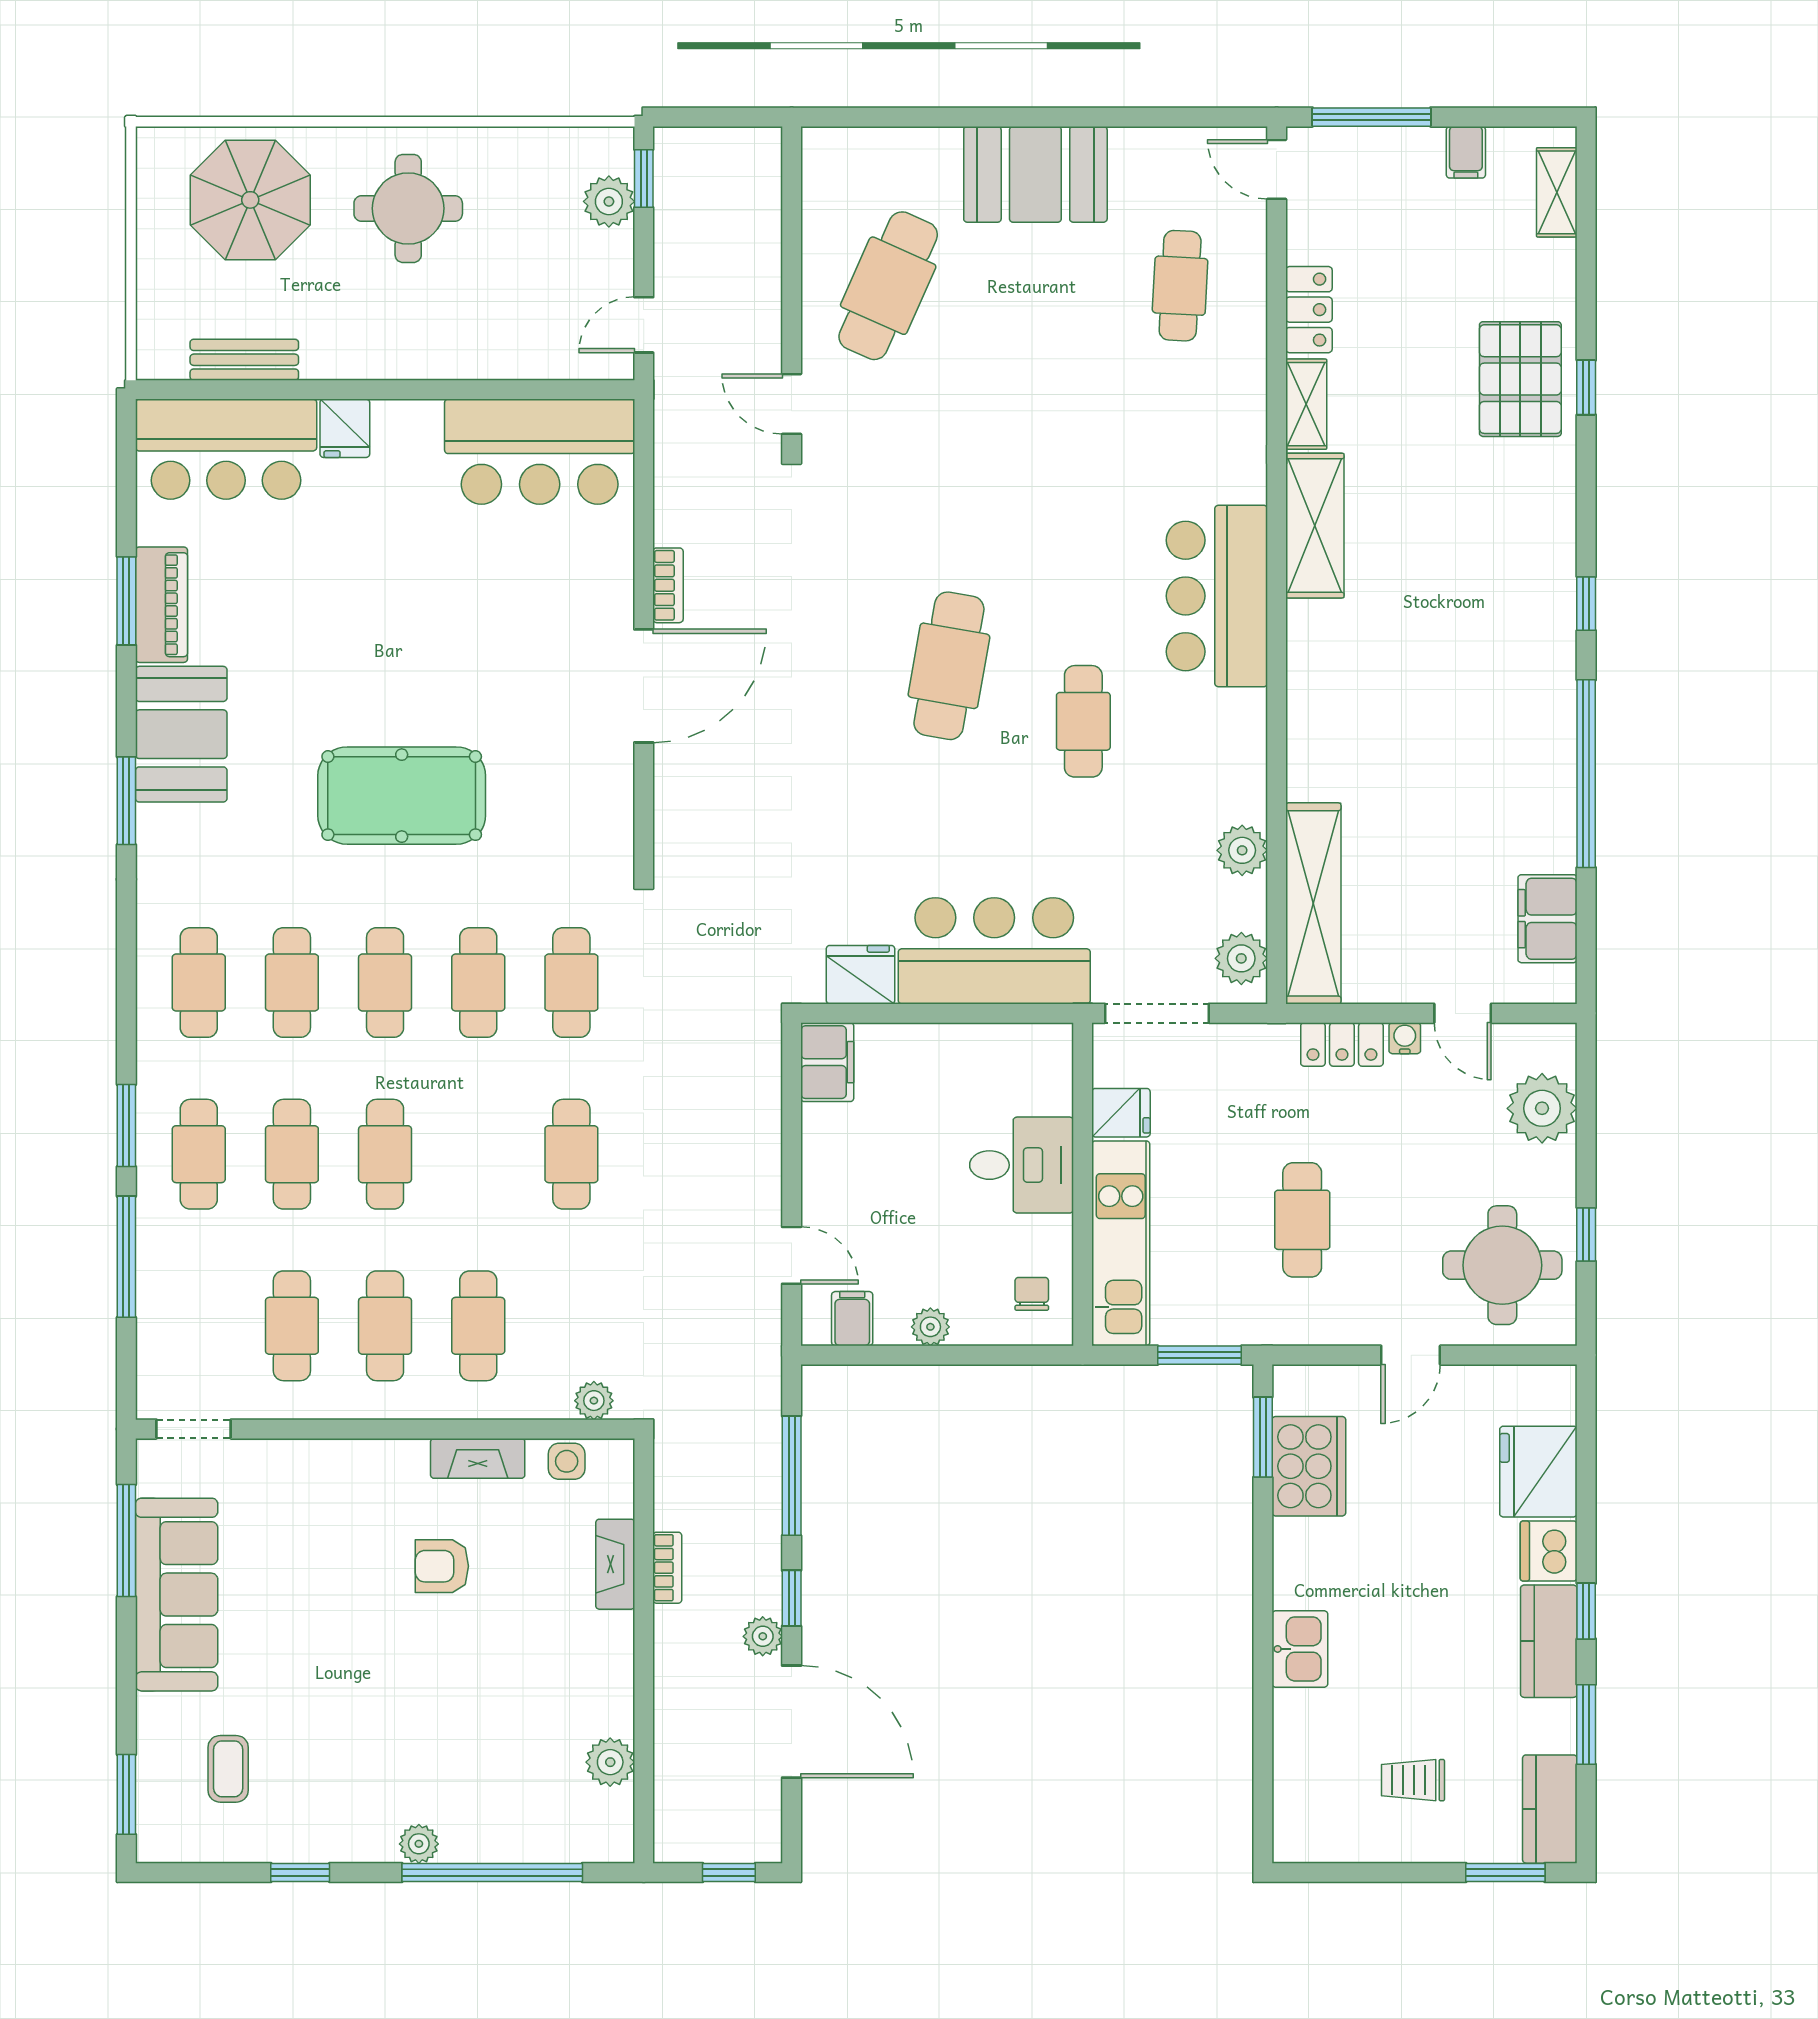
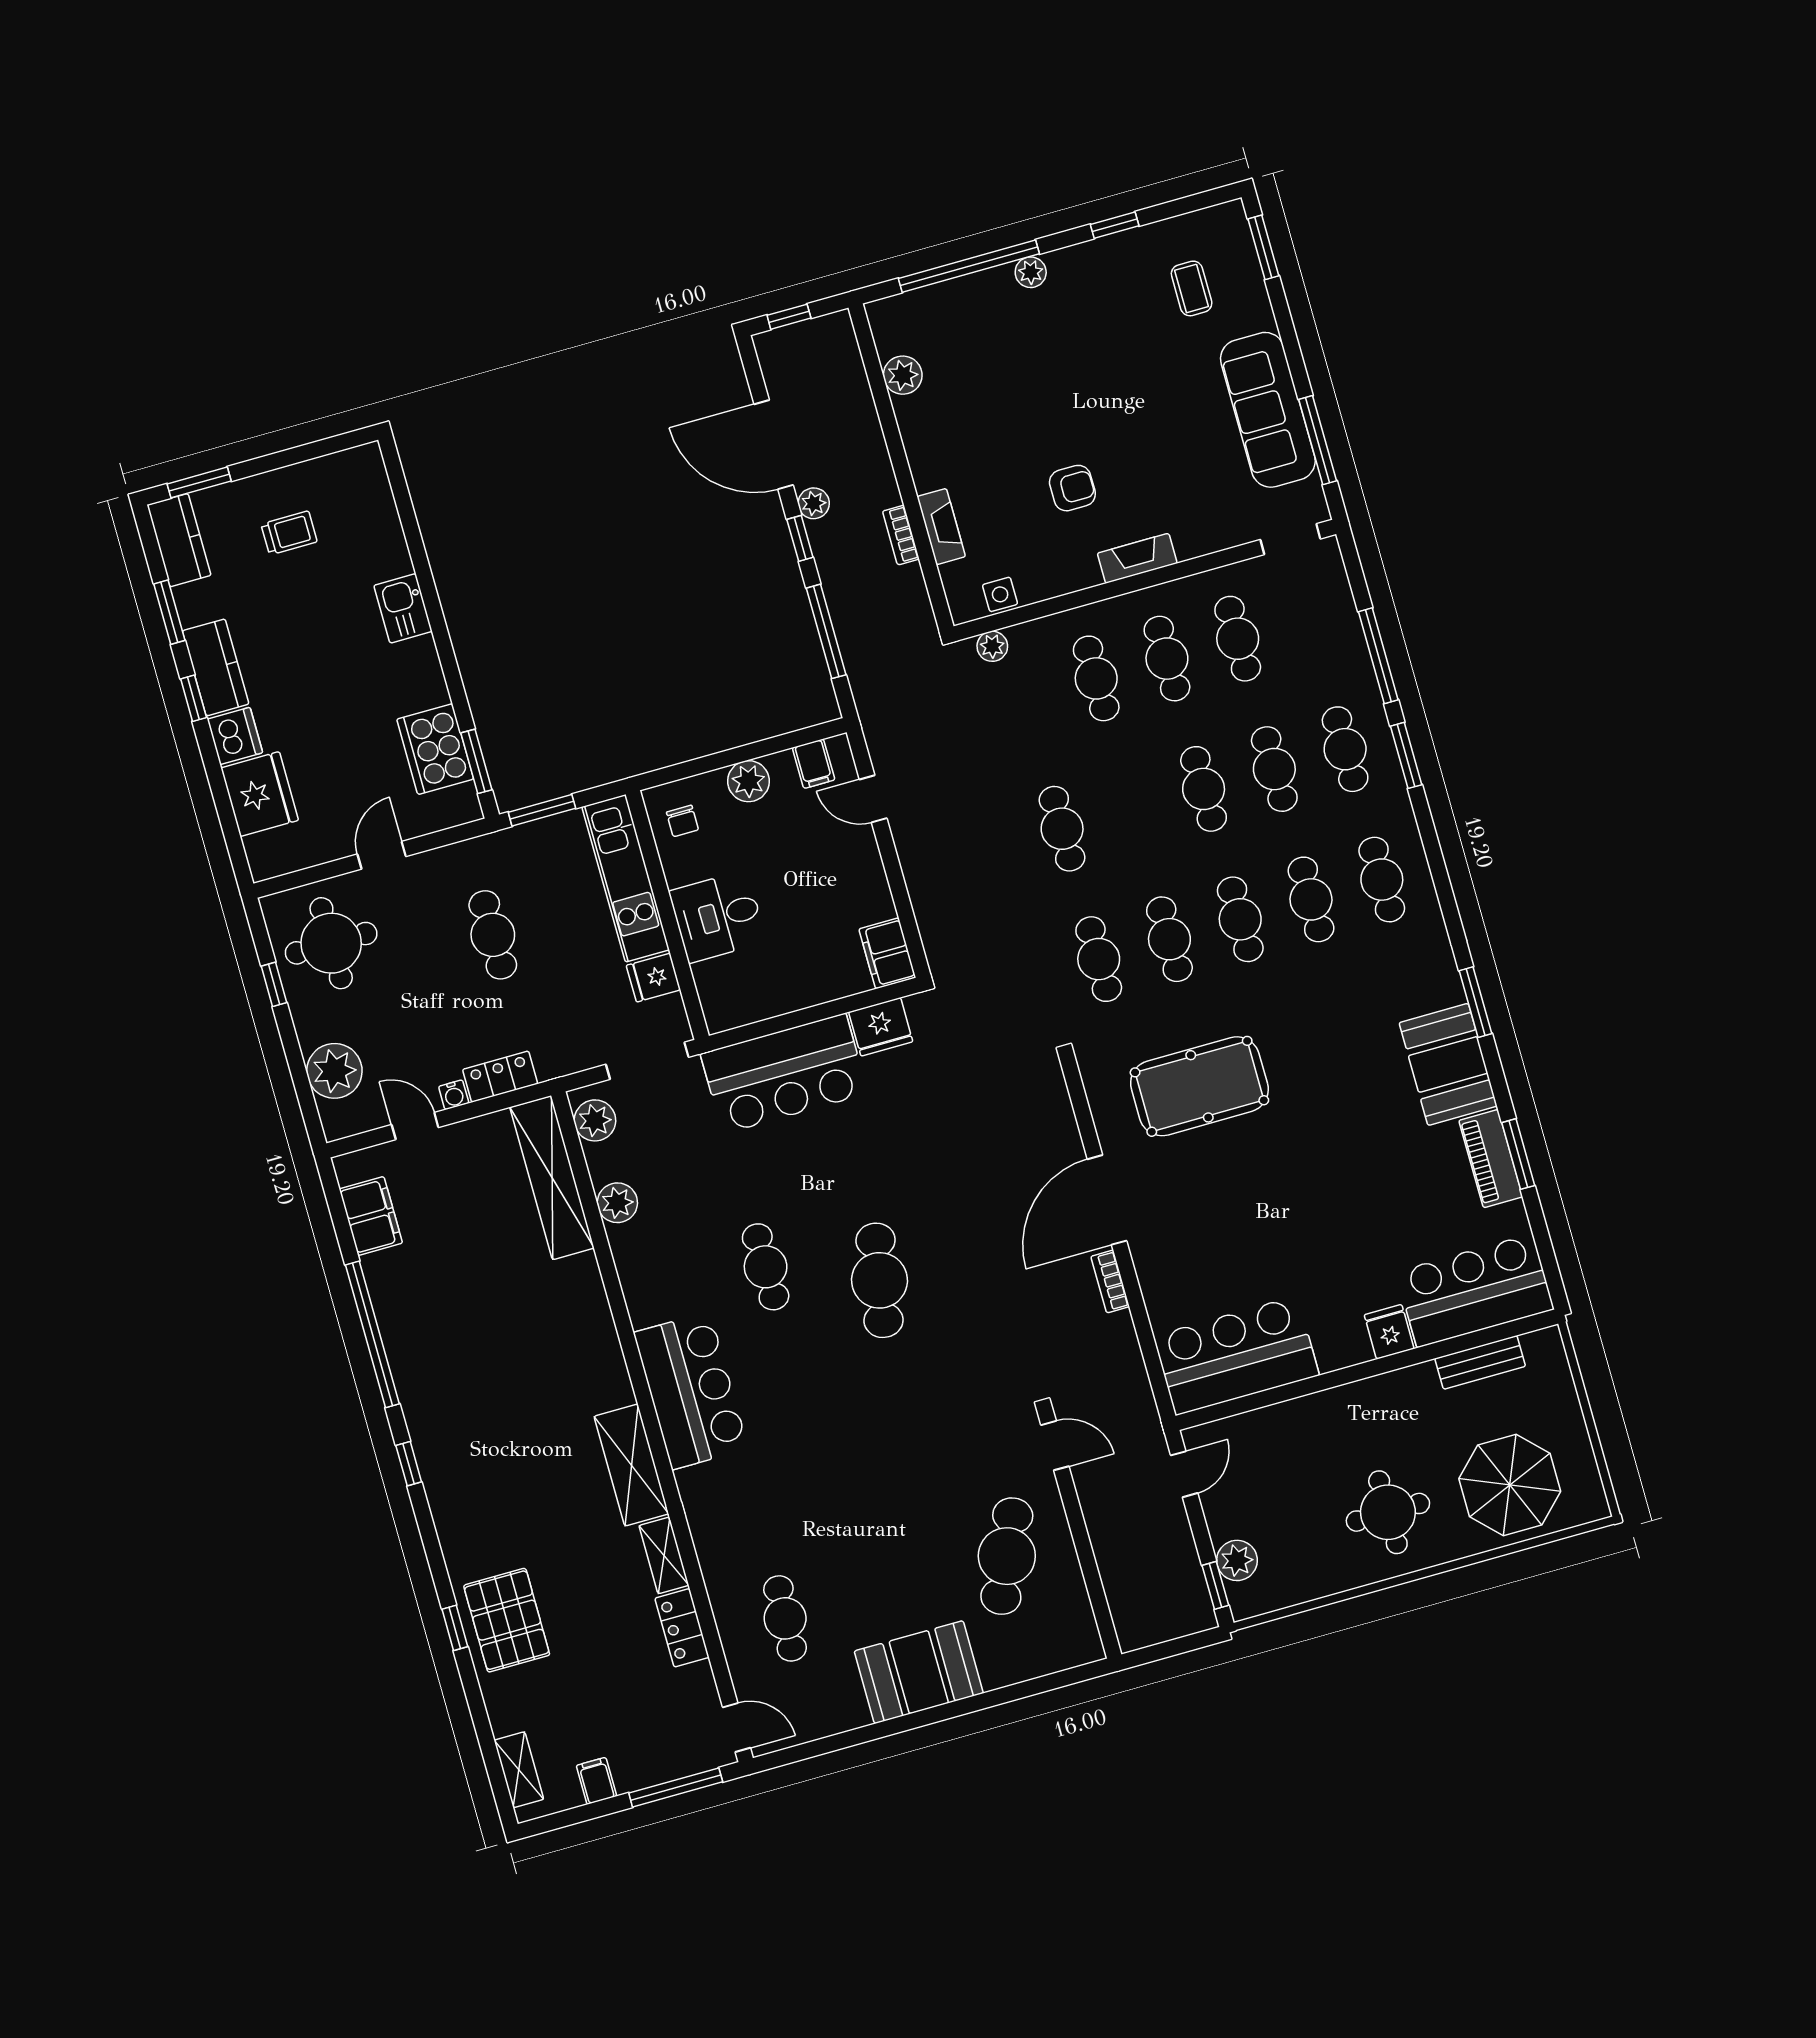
pool table: (402, 796) -> (1199, 1086), moved
plant: (930, 1327) -> (749, 781), width x1.38, depth x1.38
fireplace: (478, 1458) -> (1137, 558), moved

